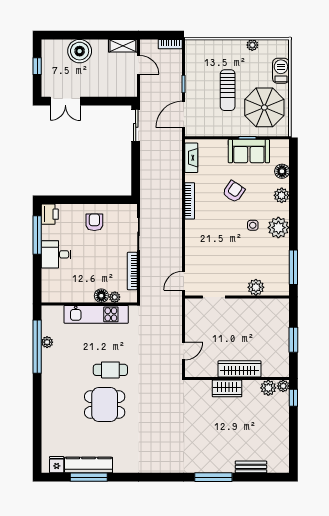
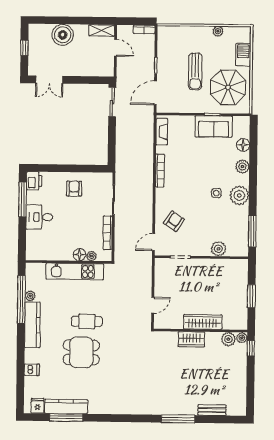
armchair: (234, 191) -> (174, 221), moved
kitchen counter: (50, 374) -> (32, 325), added
dishwasher: (50, 424) -> (32, 370), added

